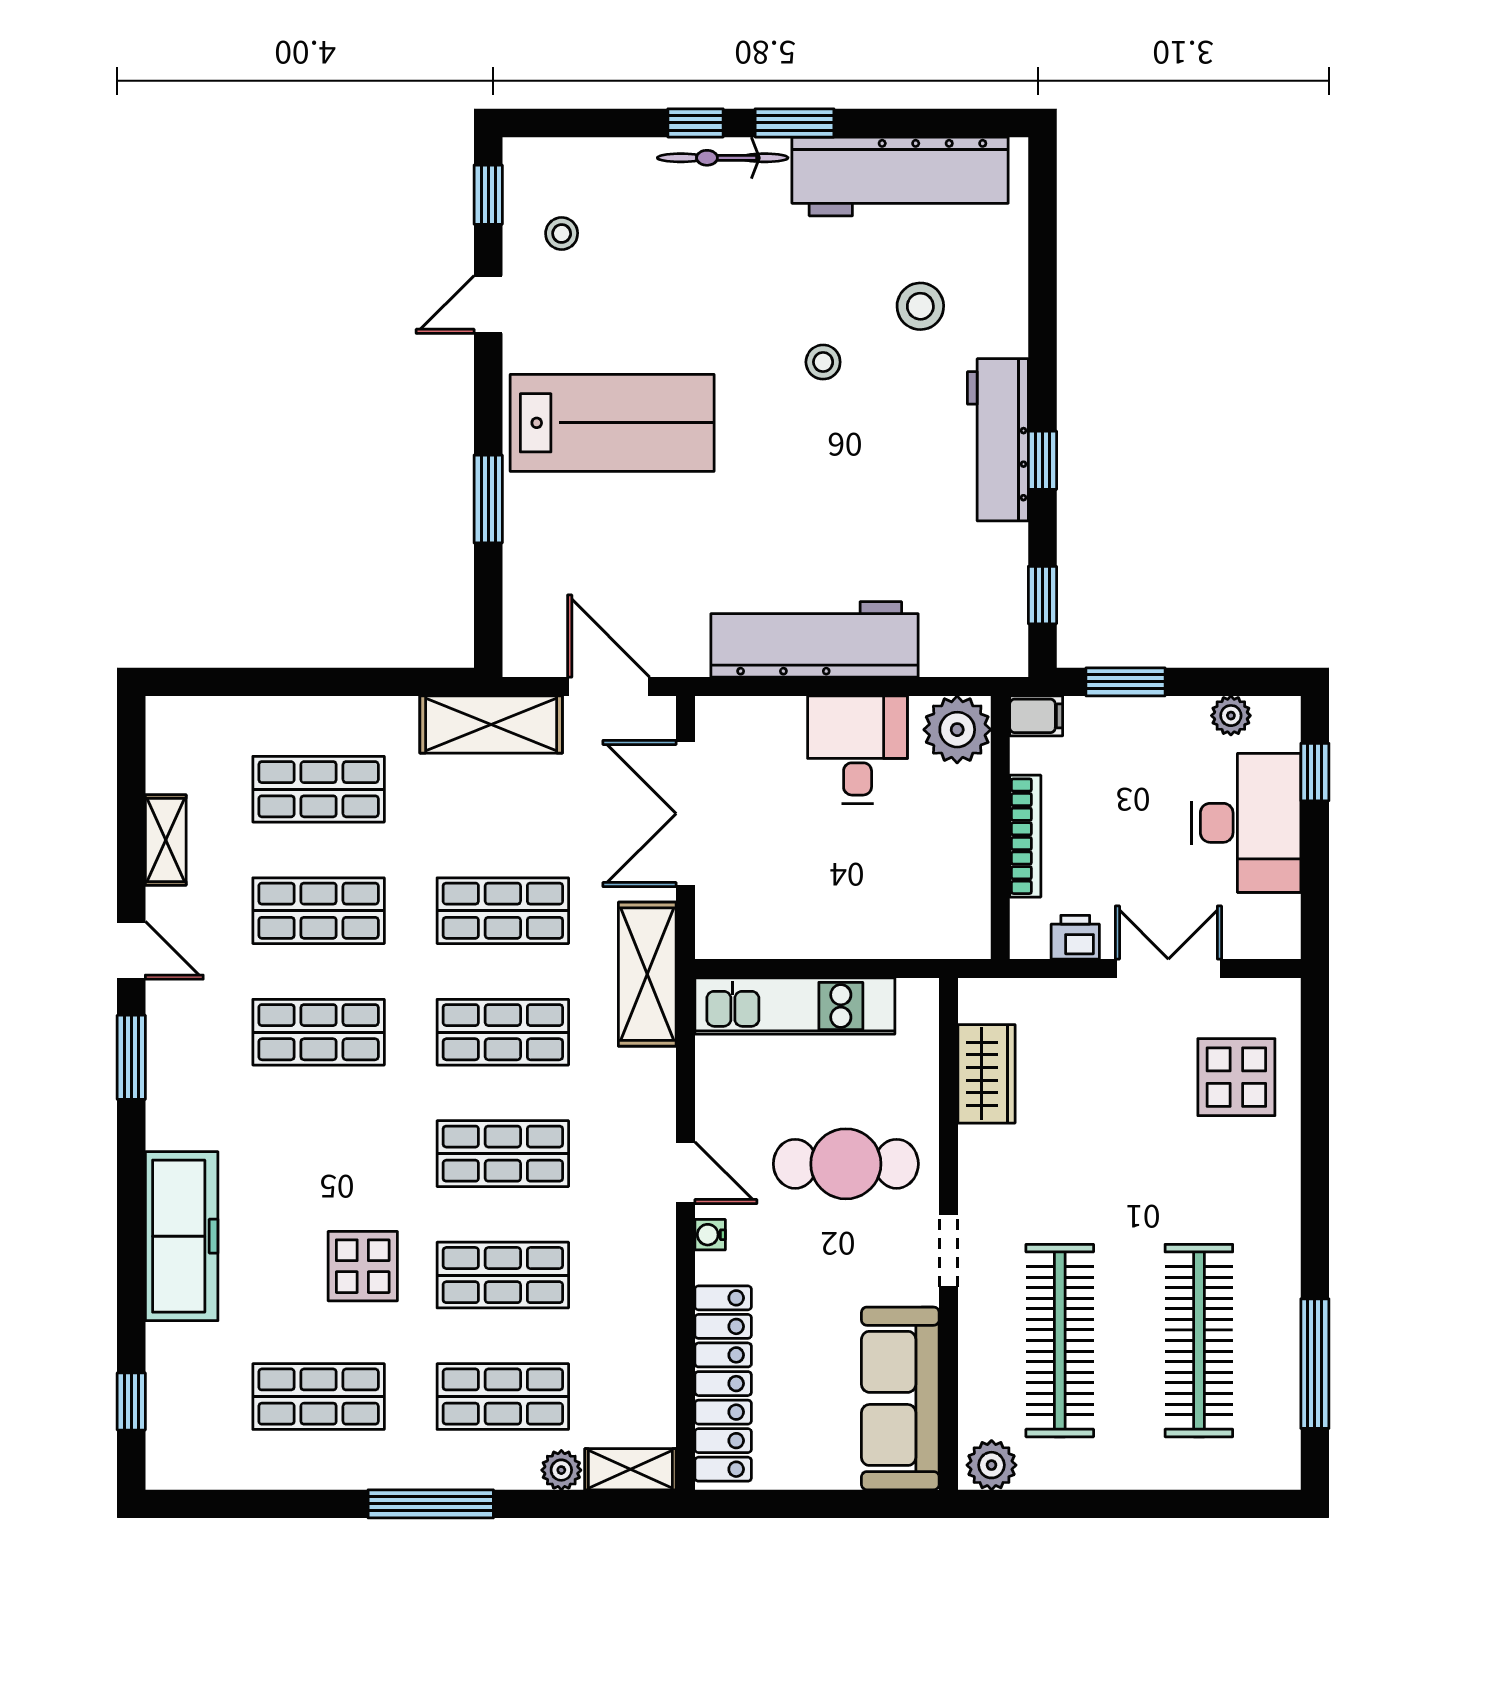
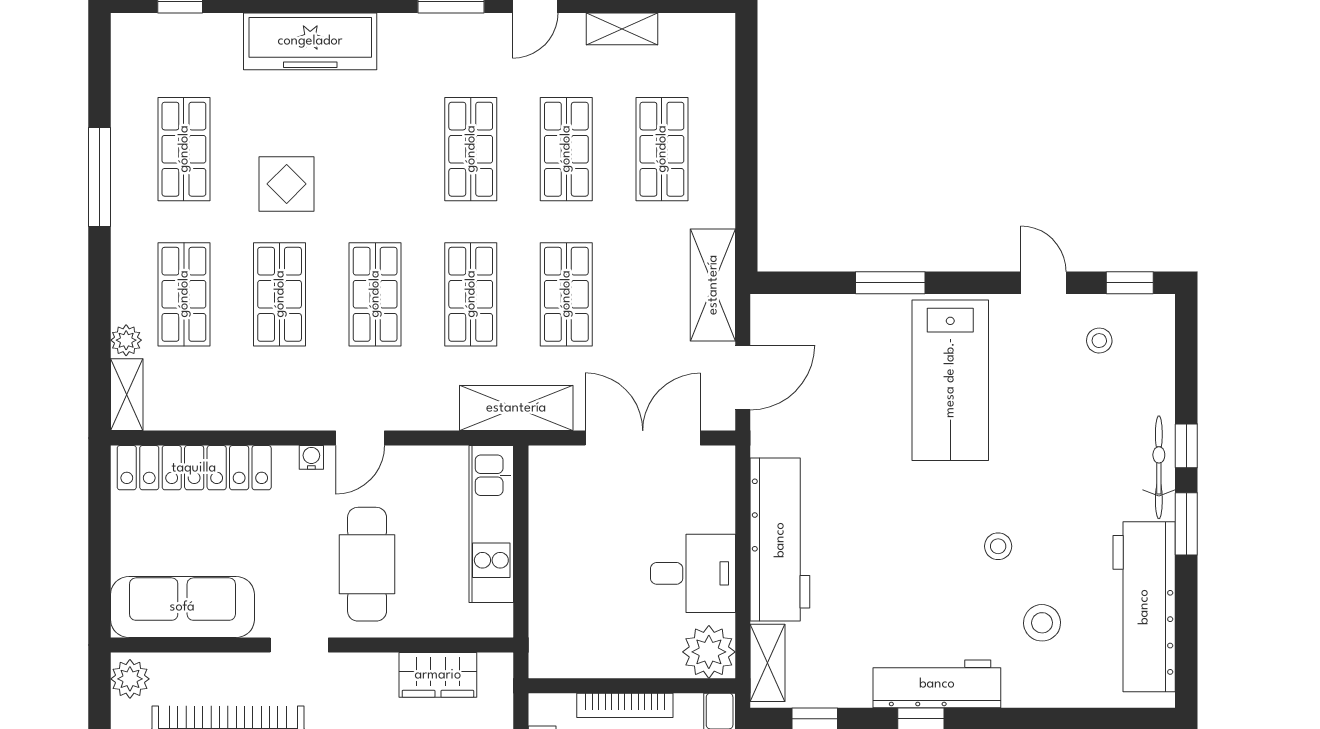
shelving: (971, 655) -> (768, 663), added
window: (431, 1504) -> (99, 177), moved

